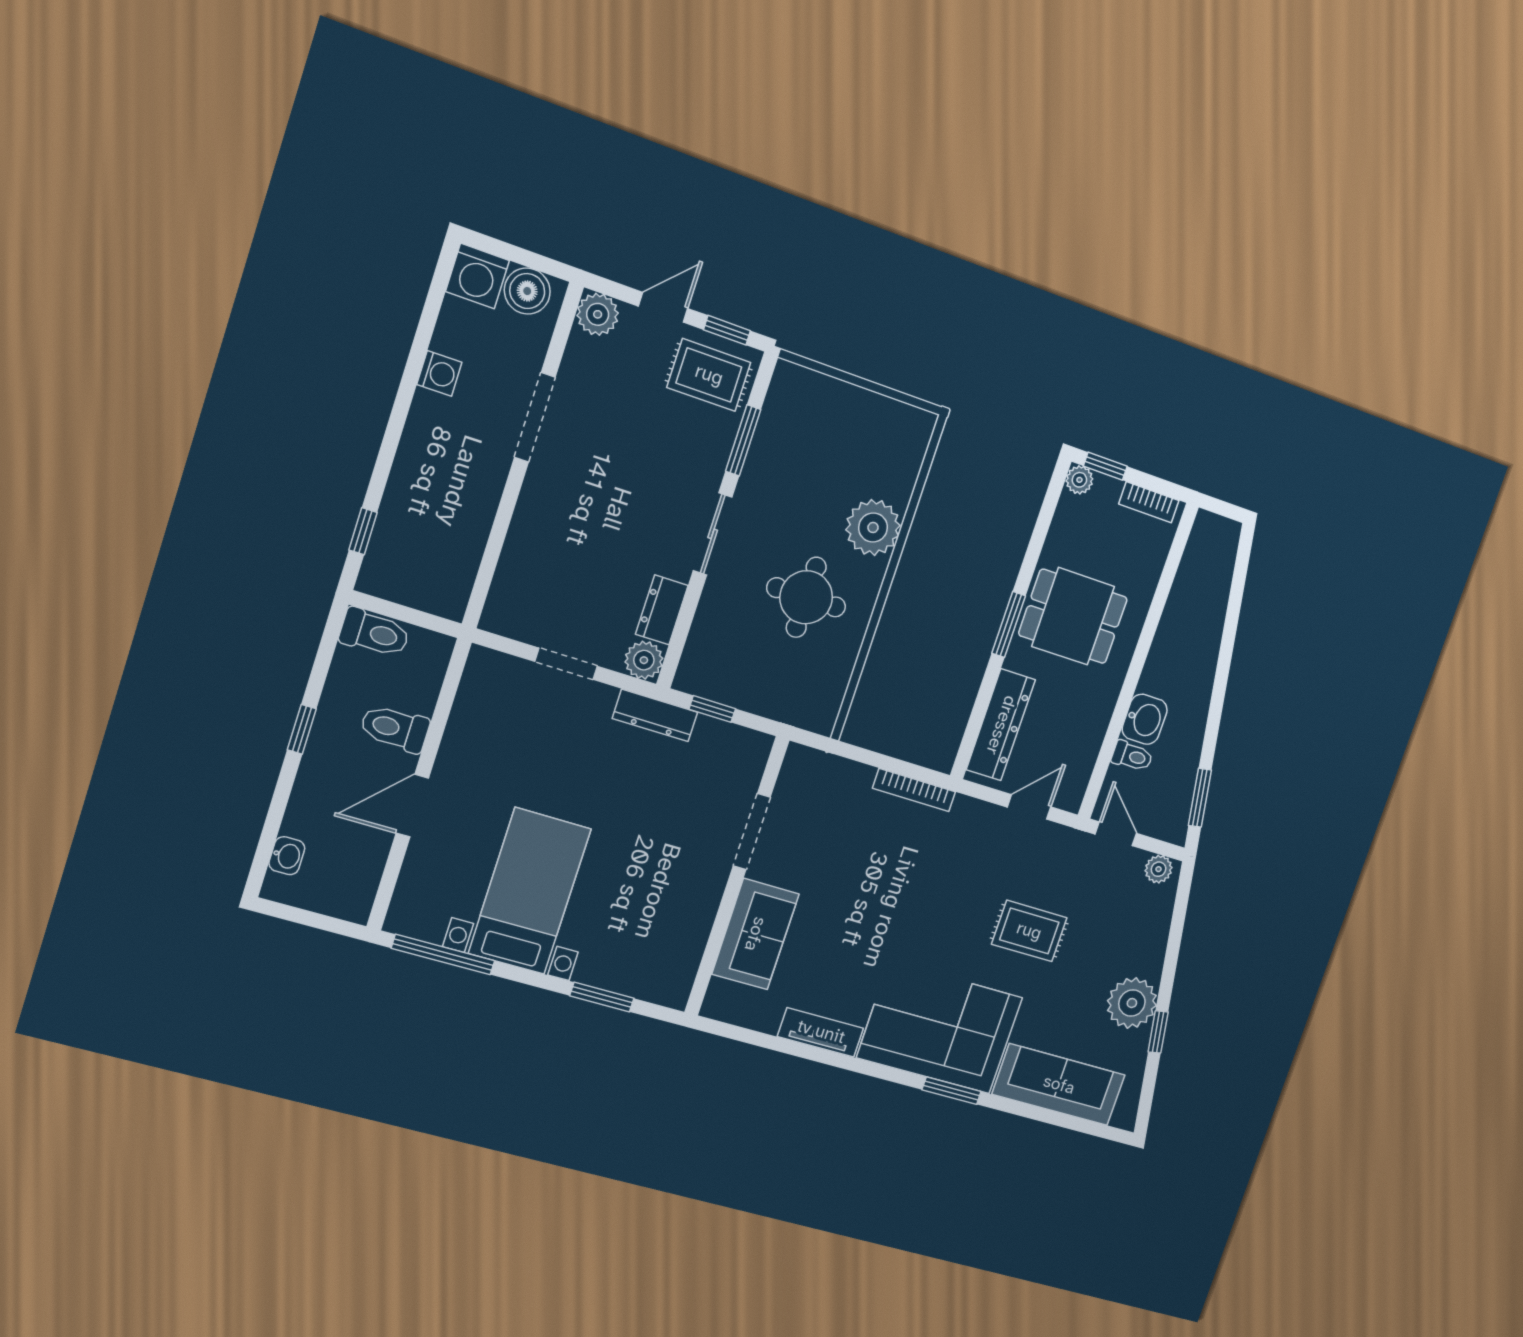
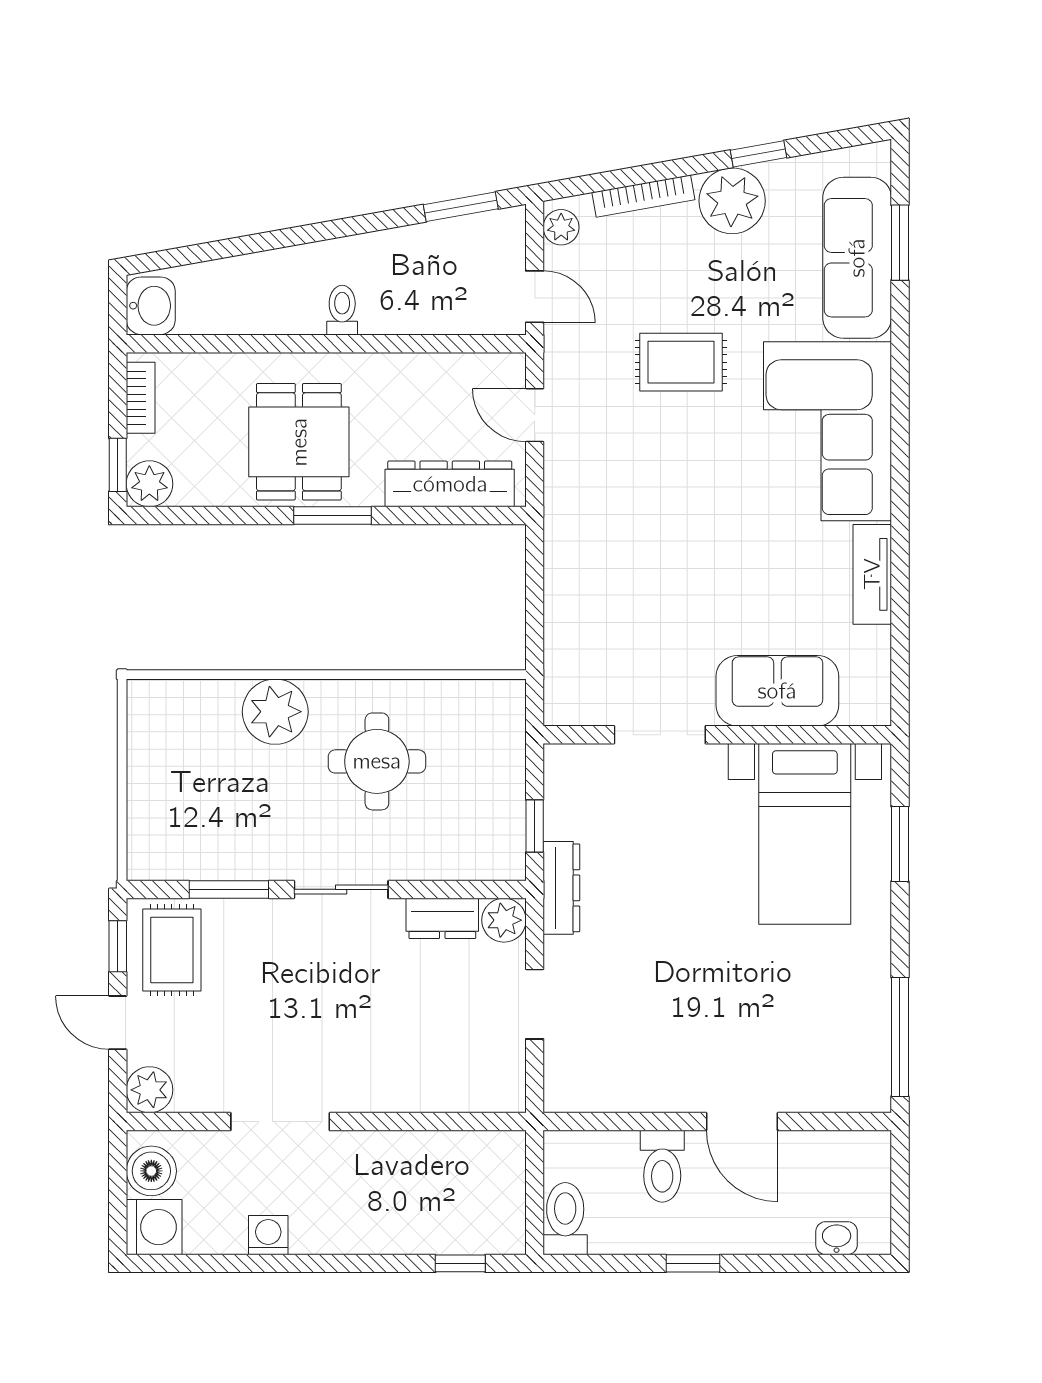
plant: (1079, 480) -> (149, 484), width x1.38, depth x1.38
washbasin: (1145, 719) -> (151, 306), moved, turned 90
toilet: (1132, 756) -> (342, 310), moved
bookcase: (914, 790) -> (643, 196), moved, turned 80
door: (1116, 834) -> (535, 297), swing flipped
bed with nightstands: (530, 891) -> (805, 834), moved, turned -90
rug: (1029, 931) -> (681, 362), turned 90
window: (952, 1091) -> (900, 243), moved

